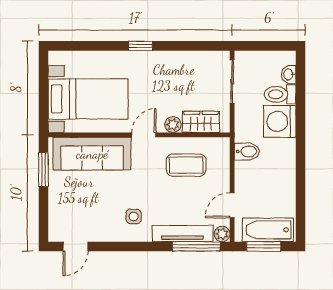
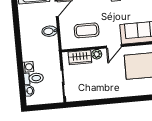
window: (140, 46) -> (121, 100), removed
washing machine: (280, 121) -> (28, 67), width x0.53, depth x0.53
bidet: (247, 152) -> (50, 31), moved

